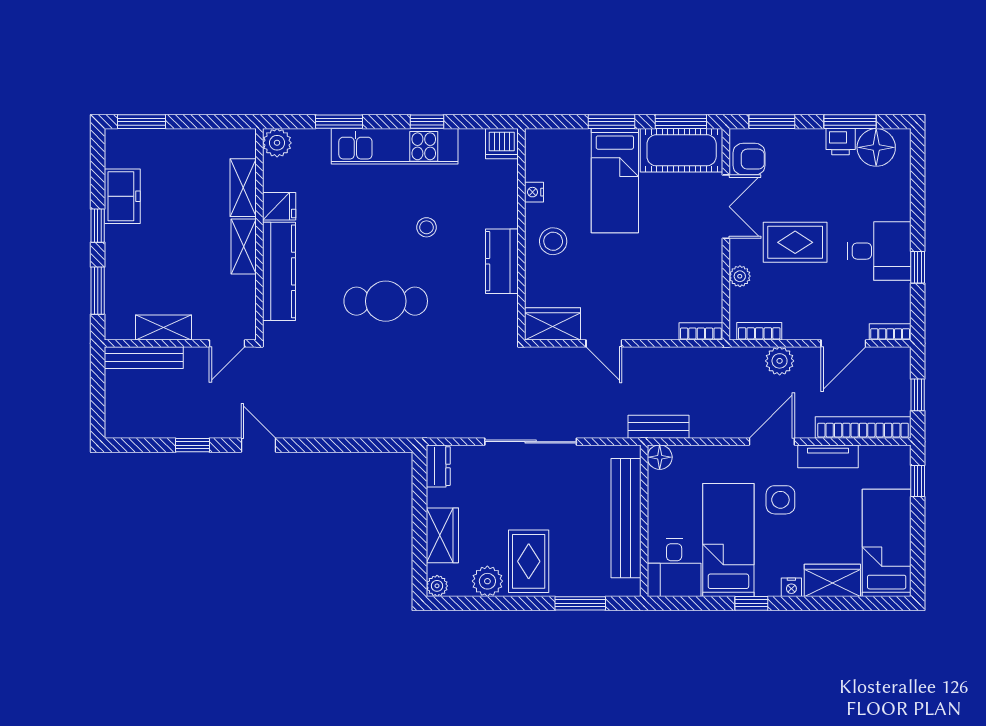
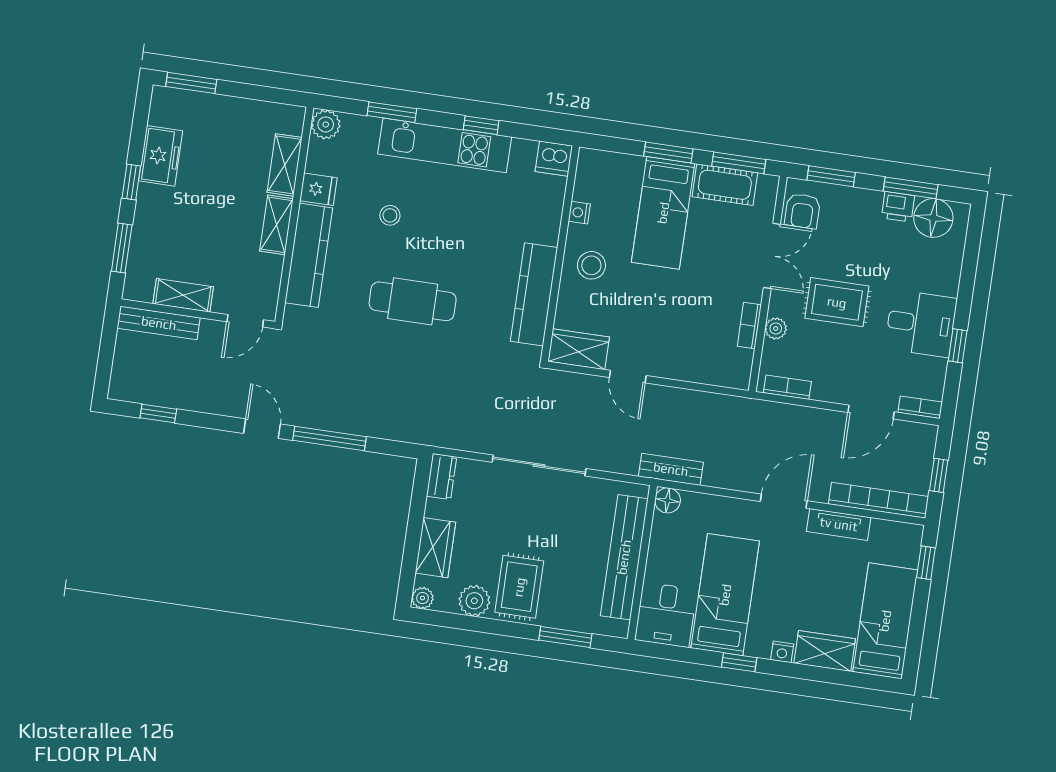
cot: (682, 150) -> (725, 185), width x0.73, depth x0.75
armchair: (749, 159) -> (802, 211), turned 90
stool: (426, 227) -> (390, 215), moved
kitchen counter: (502, 261) -> (534, 294), width x1.50
bookcase: (701, 331) -> (749, 326), moved, turned -90
plant: (780, 361) -> (804, 420), removed
window: (192, 445) -> (158, 414), moved
window: (325, 445) -> (330, 439), added
side table: (780, 500) -> (784, 562), removed

